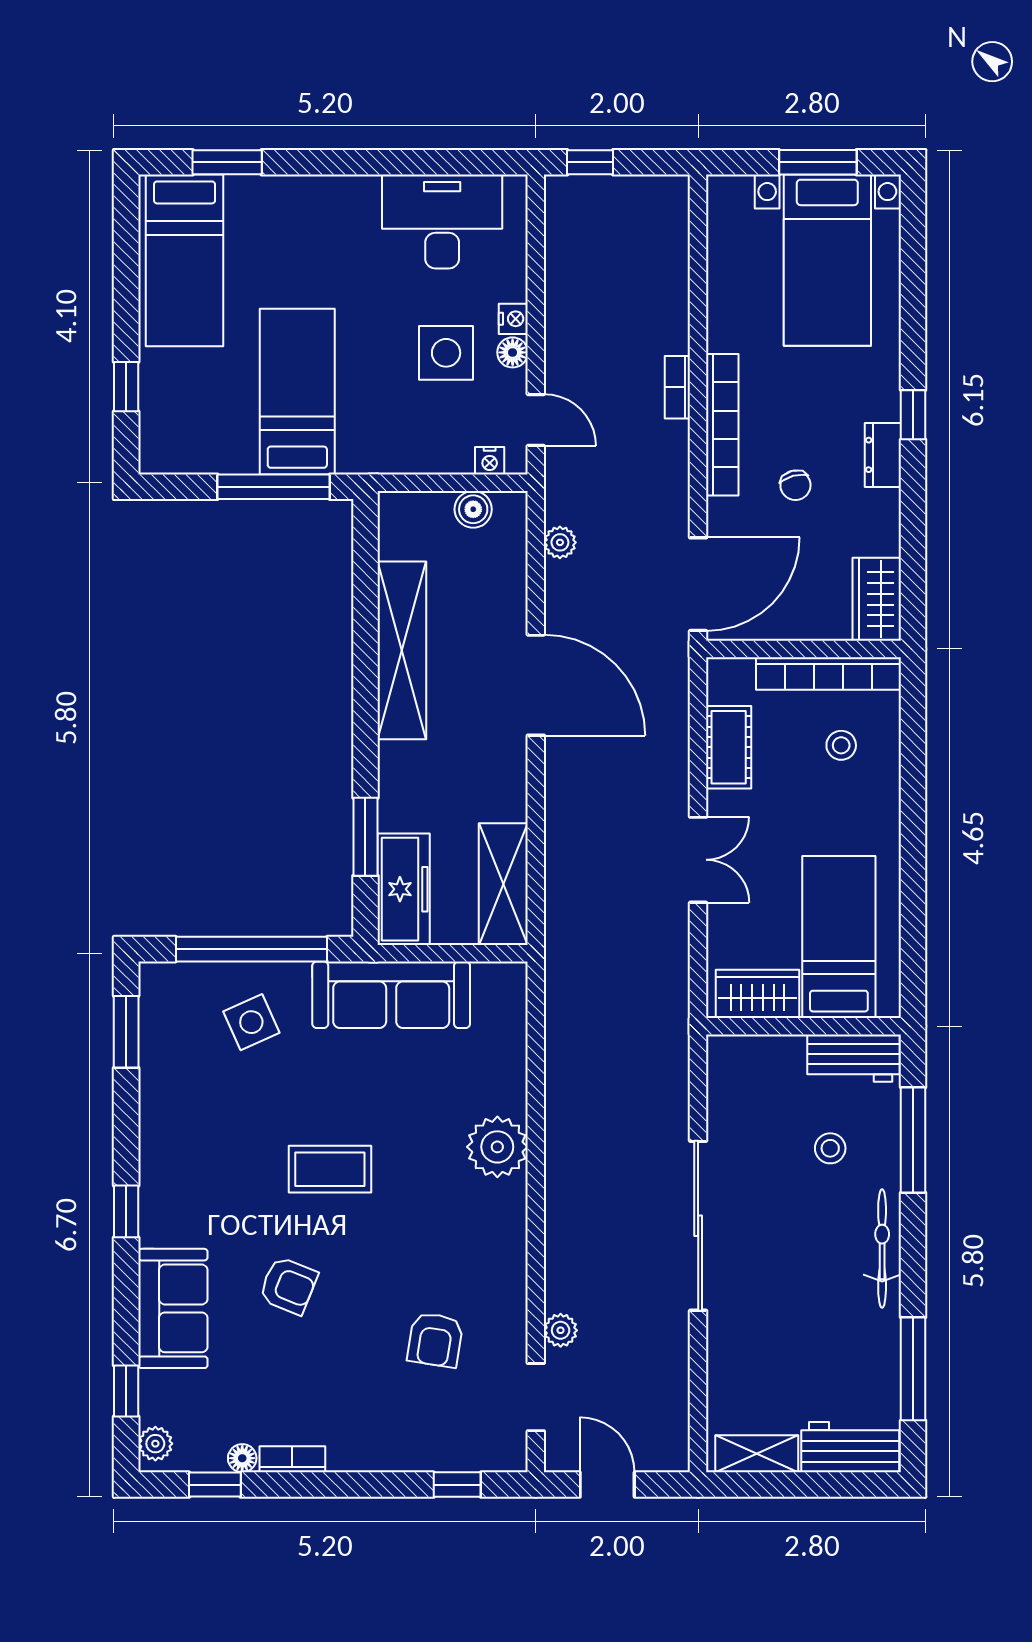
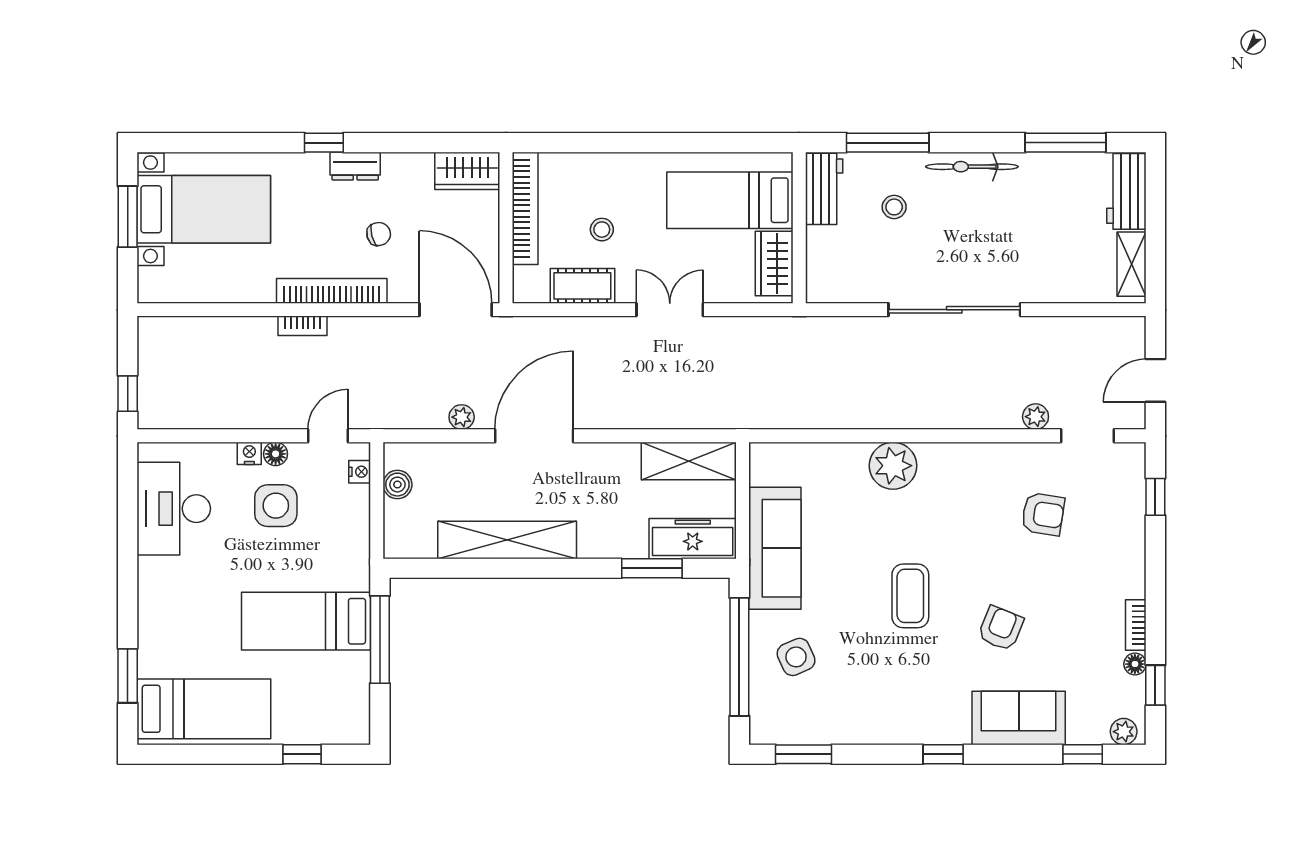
plant: (560, 542) -> (462, 417), moved
stool: (841, 745) -> (602, 230), moved

